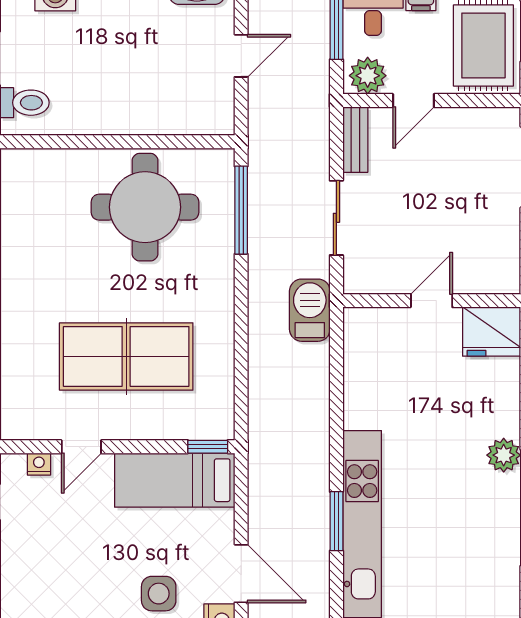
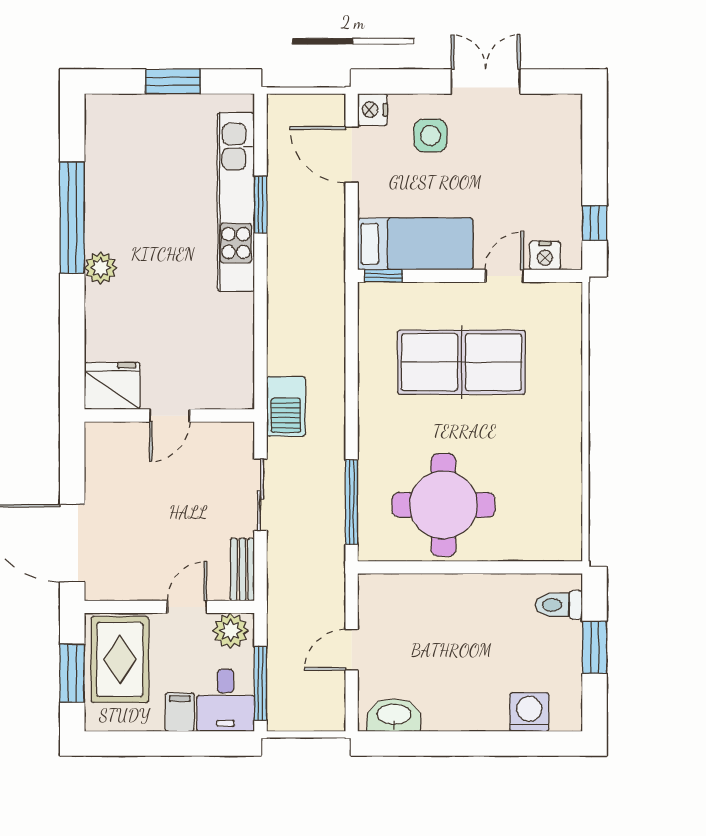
nightstand: (39, 464) -> (545, 256), width x1.39, depth x1.35

